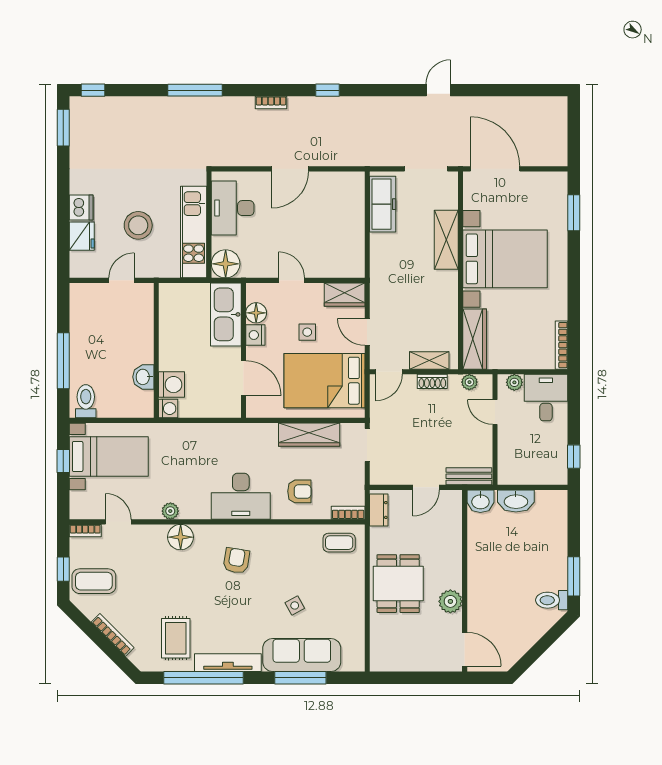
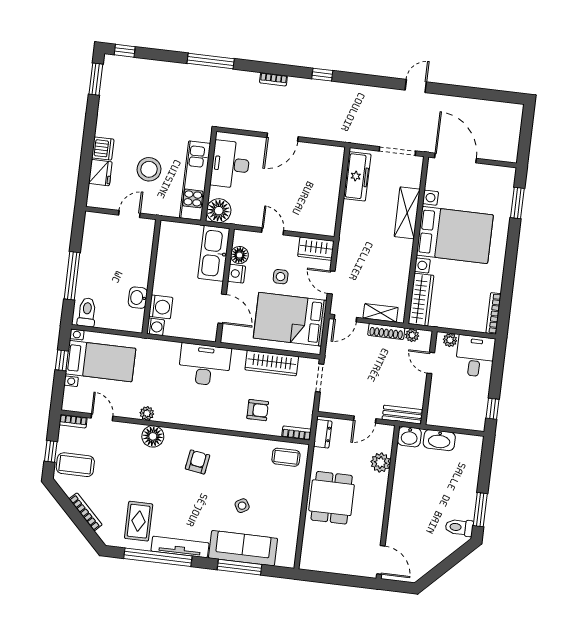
shoe rack: (432, 381) -> (386, 331), width x1.43
desk: (241, 496) -> (205, 365), moved, turned 180
plant: (450, 601) -> (381, 463), moved

